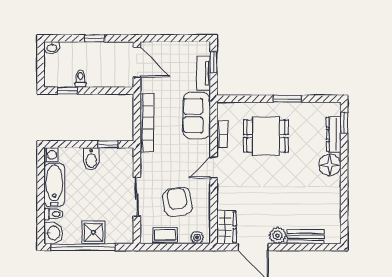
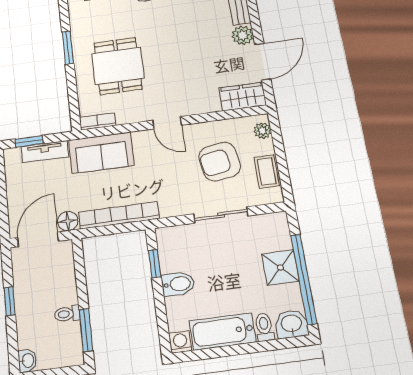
floor lamp: (148, 85) -> (68, 221), added
window: (68, 91) -> (86, 330), width x1.50
bookcase: (222, 134) -> (98, 121), moved

